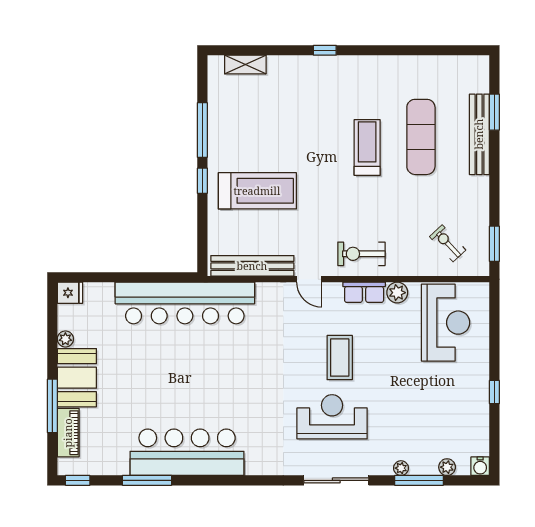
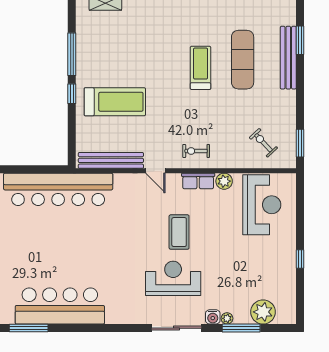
exercise bike: (361, 254) -> (196, 151), width x0.73, depth x0.72
water cooler: (480, 466) -> (213, 317), moved
plant: (447, 467) -> (263, 312), width x1.87, depth x1.87

